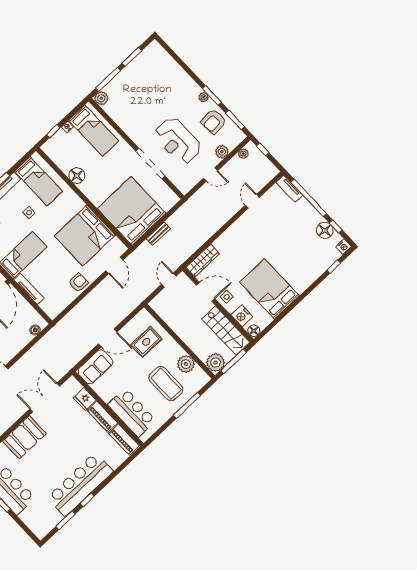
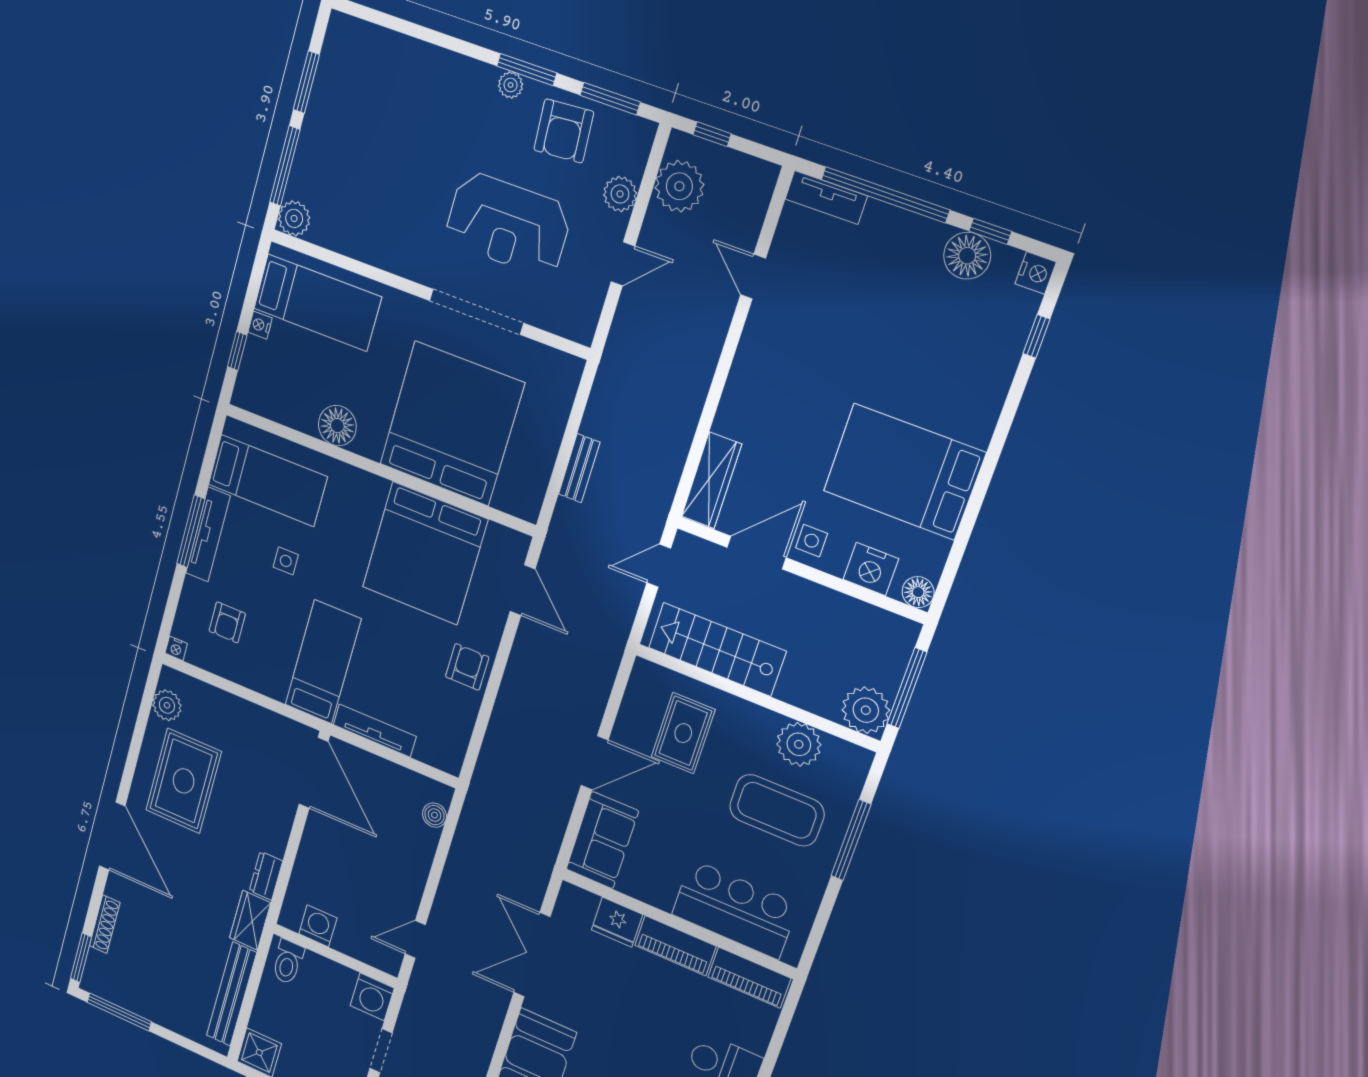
plant: (243, 154) -> (679, 186), width x1.87, depth x1.87
bed: (131, 211) -> (452, 424), moved, turned 90
door: (169, 280) -> (659, 566), hinge flipped
stairs: (226, 331) -> (717, 649), moved, turned 180

